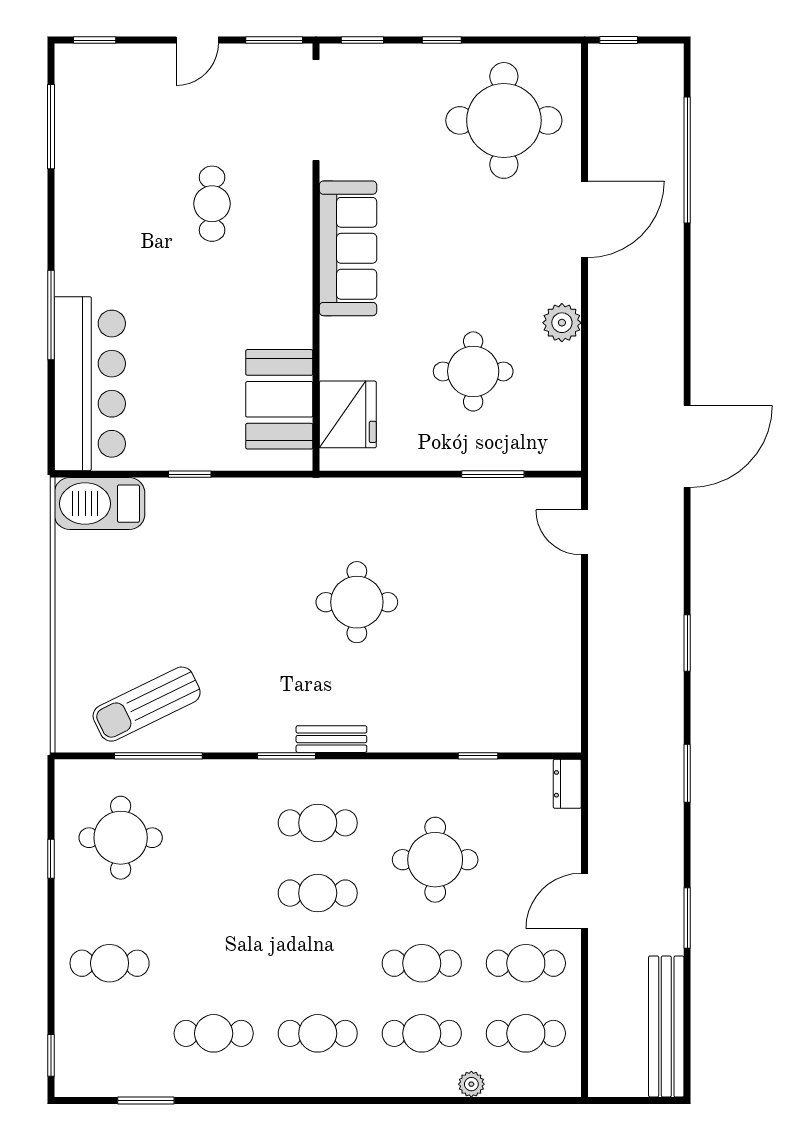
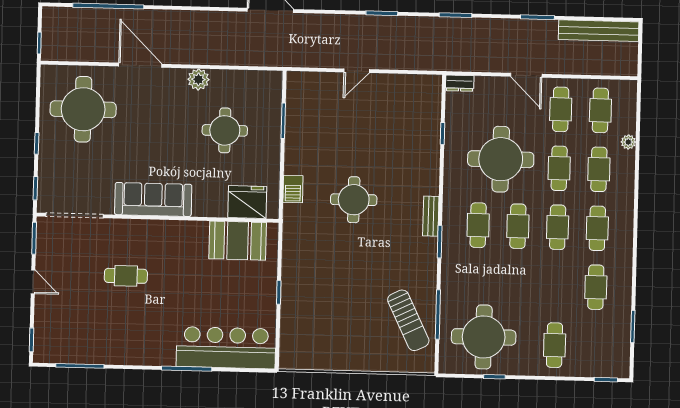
barbecue: (99, 504) -> (293, 189), moved, width x0.53, depth x0.65
door: (584, 532) -> (357, 71), moved
round table: (121, 838) -> (484, 337), width x1.36, depth x1.36
round table: (435, 860) -> (501, 159), width x1.36, depth x1.36
cafe table: (318, 963) -> (558, 227), added

